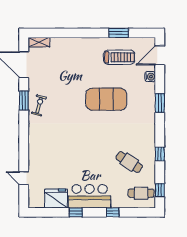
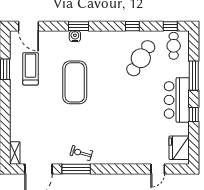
water cooler: (150, 77) -> (75, 36), moved
window: (24, 101) -> (76, 169), width x1.44
cafe table: (129, 162) -> (141, 58), width x1.37, depth x1.35
fridge: (56, 198) -> (179, 148), moved
window: (113, 212) -> (194, 76), width x2.17

